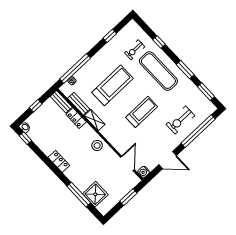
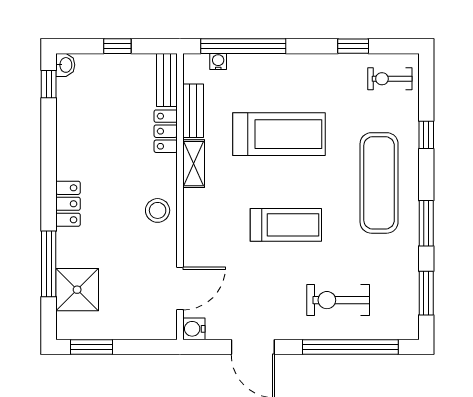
exercise bike: (135, 50) -> (390, 79), moved
locker: (59, 161) -> (68, 204), moved
window: (128, 197) -> (91, 347), moved

